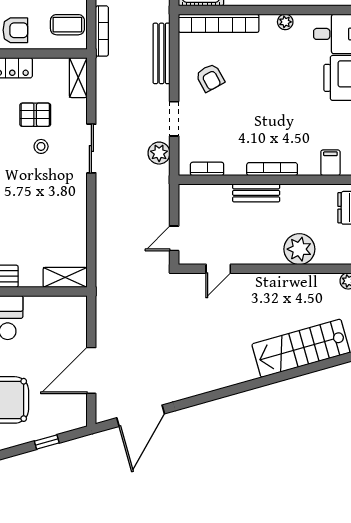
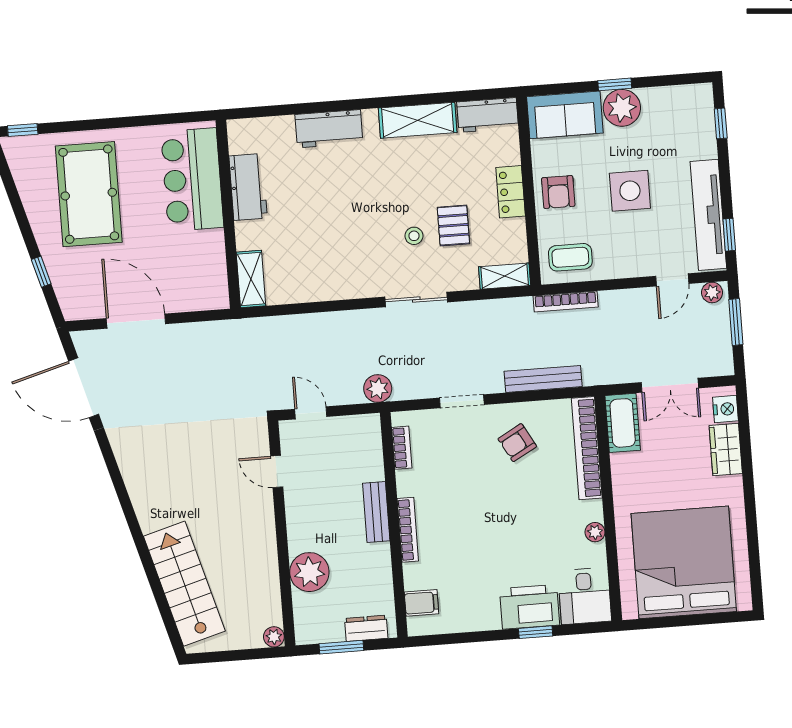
coffee table: (67, 25) -> (570, 257), turned 90
plant: (159, 153) -> (378, 389), moved

